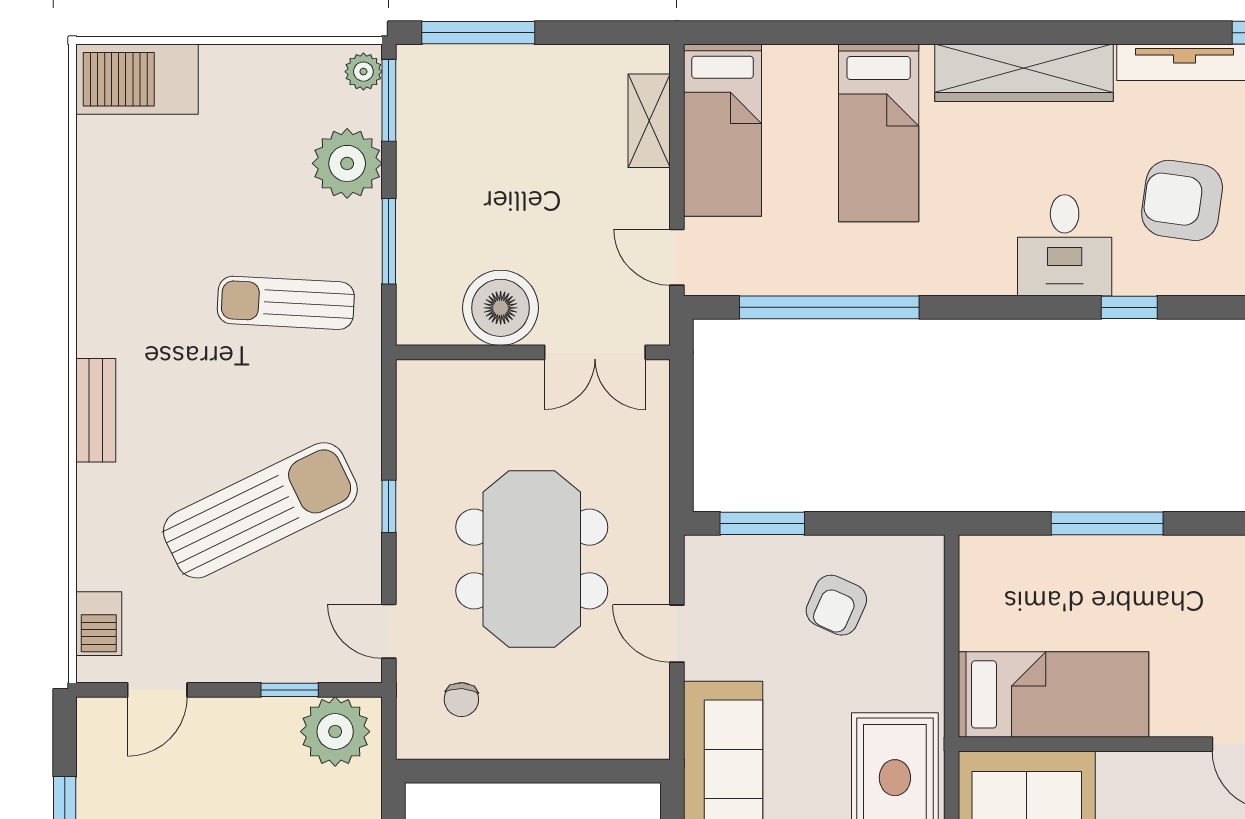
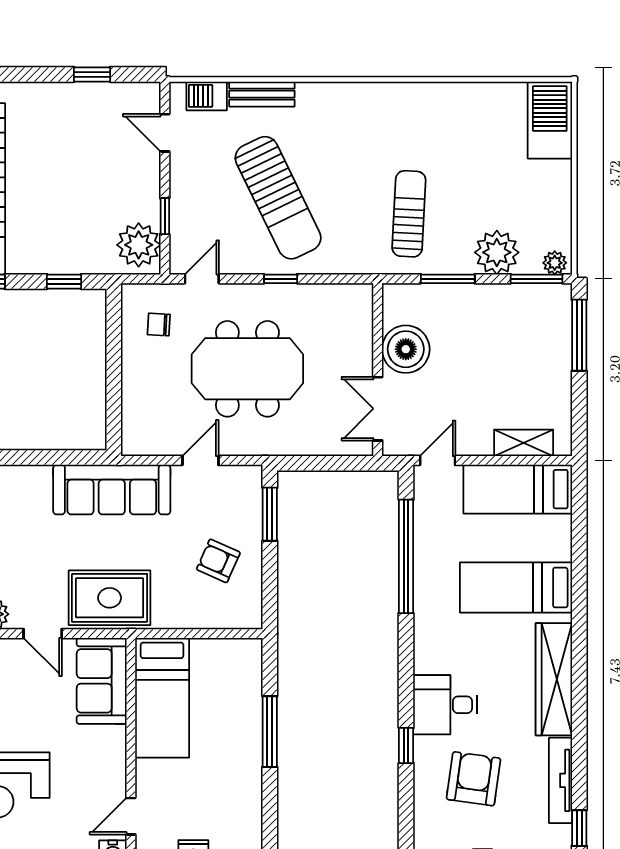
bench: (96, 410) -> (262, 94), moved

